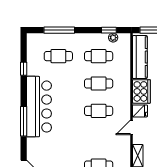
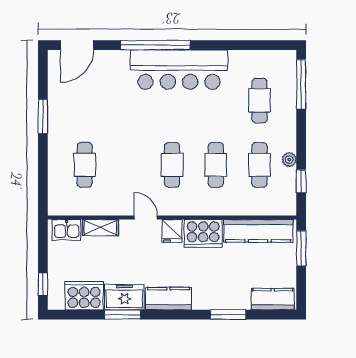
window: (59, 30) -> (301, 84), moved
plant: (113, 38) -> (289, 159), moved
window: (24, 69) -> (239, 45), removed
window: (24, 121) -> (155, 45), width x1.46

